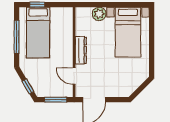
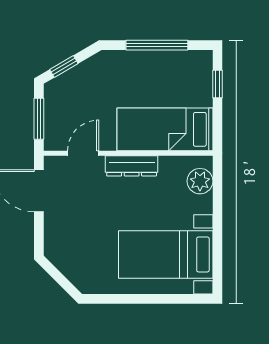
plant: (99, 14) -> (200, 181), moved
bed: (38, 33) -> (165, 129), moved

